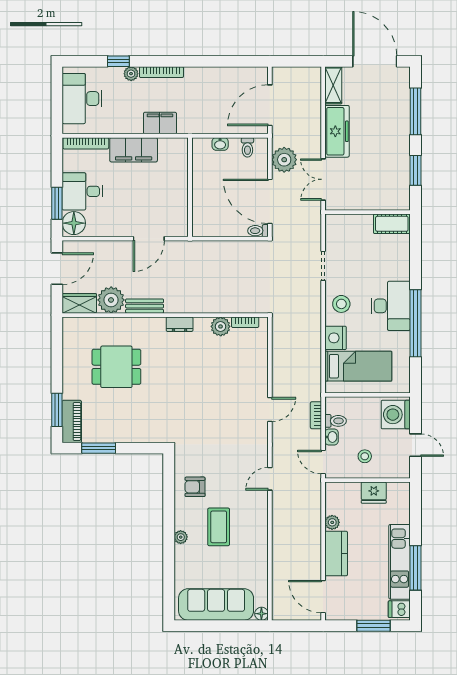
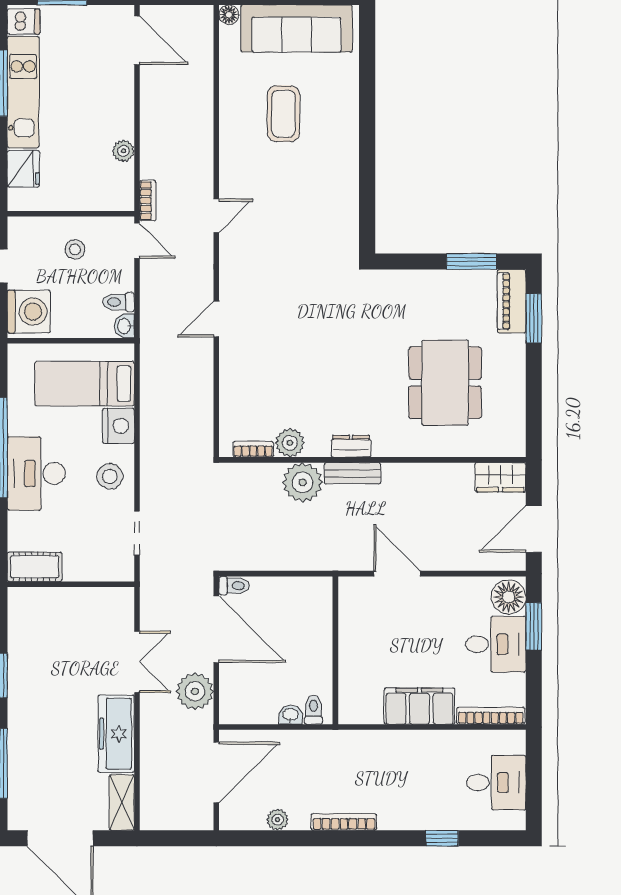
bookcase: (161, 72) -> (344, 822), moved
plant: (131, 74) -> (278, 820), moved
desk: (82, 99) -> (496, 783), width x0.73
filing cabinet: (160, 123) -> (380, 746), removed
toilet: (247, 147) -> (313, 710), moved
wall: (368, 212) -> (71, 584), moved
cot: (392, 224) -> (35, 567), moved
door: (149, 239) -> (397, 574), hinge flipped
plant: (111, 300) -> (303, 482), moved
bench: (145, 306) -> (353, 473), moved
dining table: (116, 367) -> (445, 383), width x1.38
bookcase: (316, 415) -> (148, 201), moved
washbasin: (332, 437) -> (124, 326), moved
armchair: (195, 487) -> (328, 204), removed
fridge: (374, 493) -> (23, 169), moved, turned 90
coffee table: (219, 527) -> (283, 114), moved
plant: (181, 537) -> (349, 129), removed
kitchen counter: (336, 554) -> (118, 104), removed

